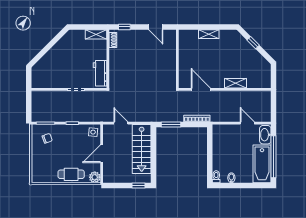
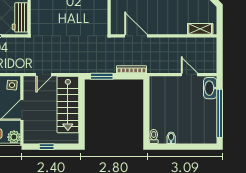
shelving: (236, 83) -> (200, 29), moved
door: (121, 123) -> (44, 75), swing flipped
bathtub: (262, 164) -> (206, 122), removed
window: (138, 186) -> (47, 147), moved

